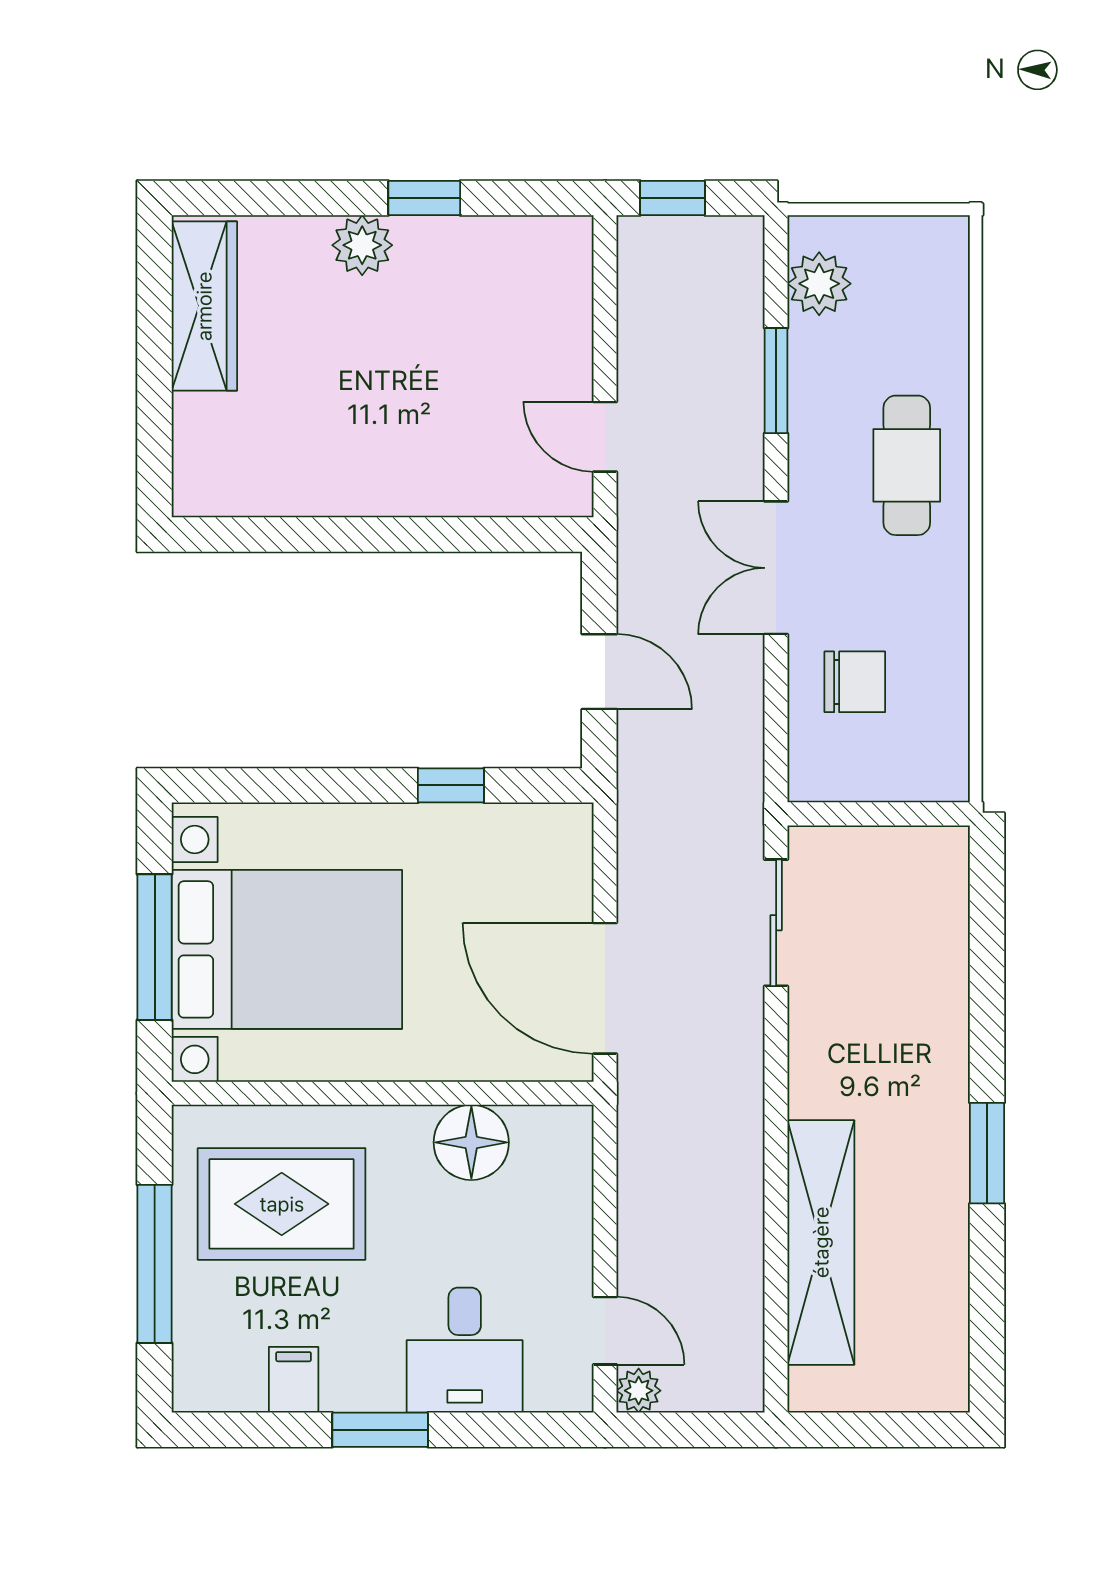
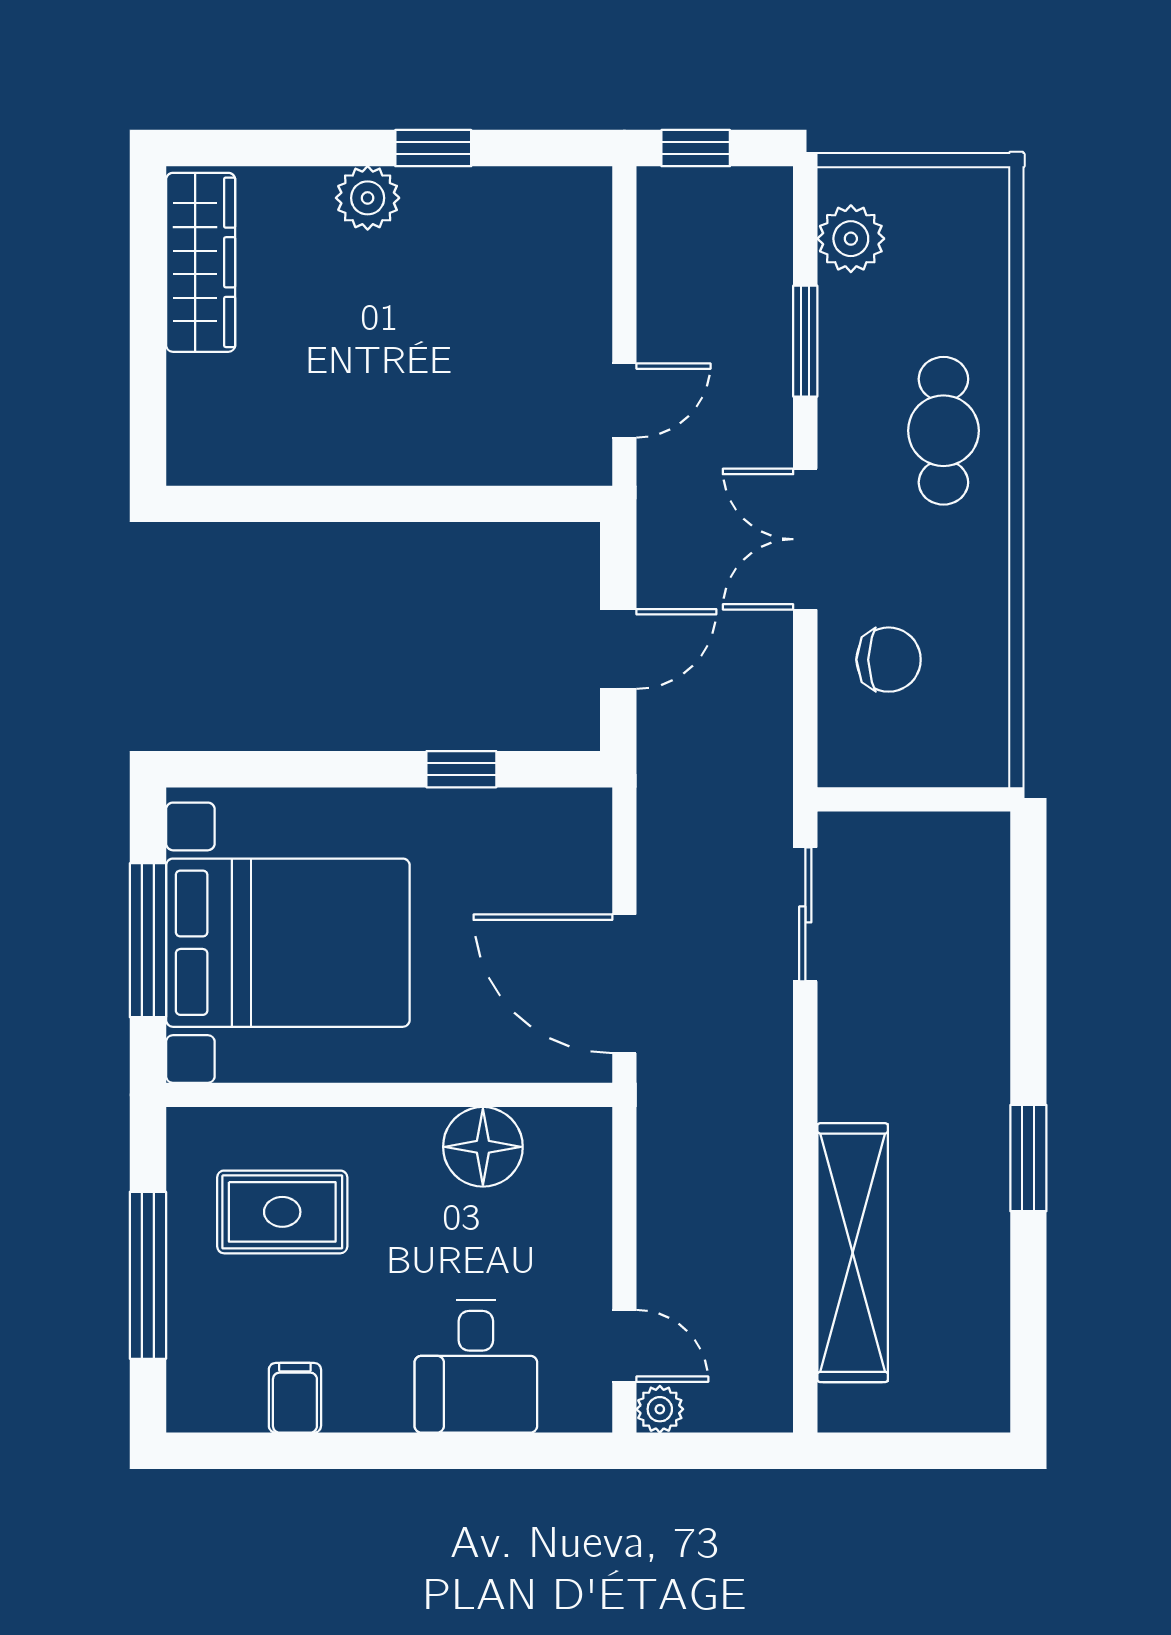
door: (605, 437) -> (624, 400), swing flipped
door: (599, 672) -> (618, 649), hinge flipped
rug: (282, 1204) -> (282, 1212), width x0.73, depth x0.70
window: (380, 1430) -> (387, 1451), removed

